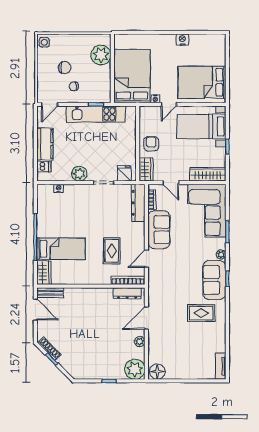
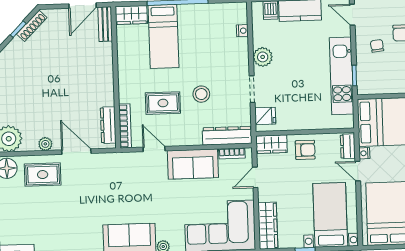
dresser: (150, 111) -> (348, 146), added
stool: (106, 221) -> (201, 94), added
rug: (201, 313) -> (43, 175), moved, turned 90

